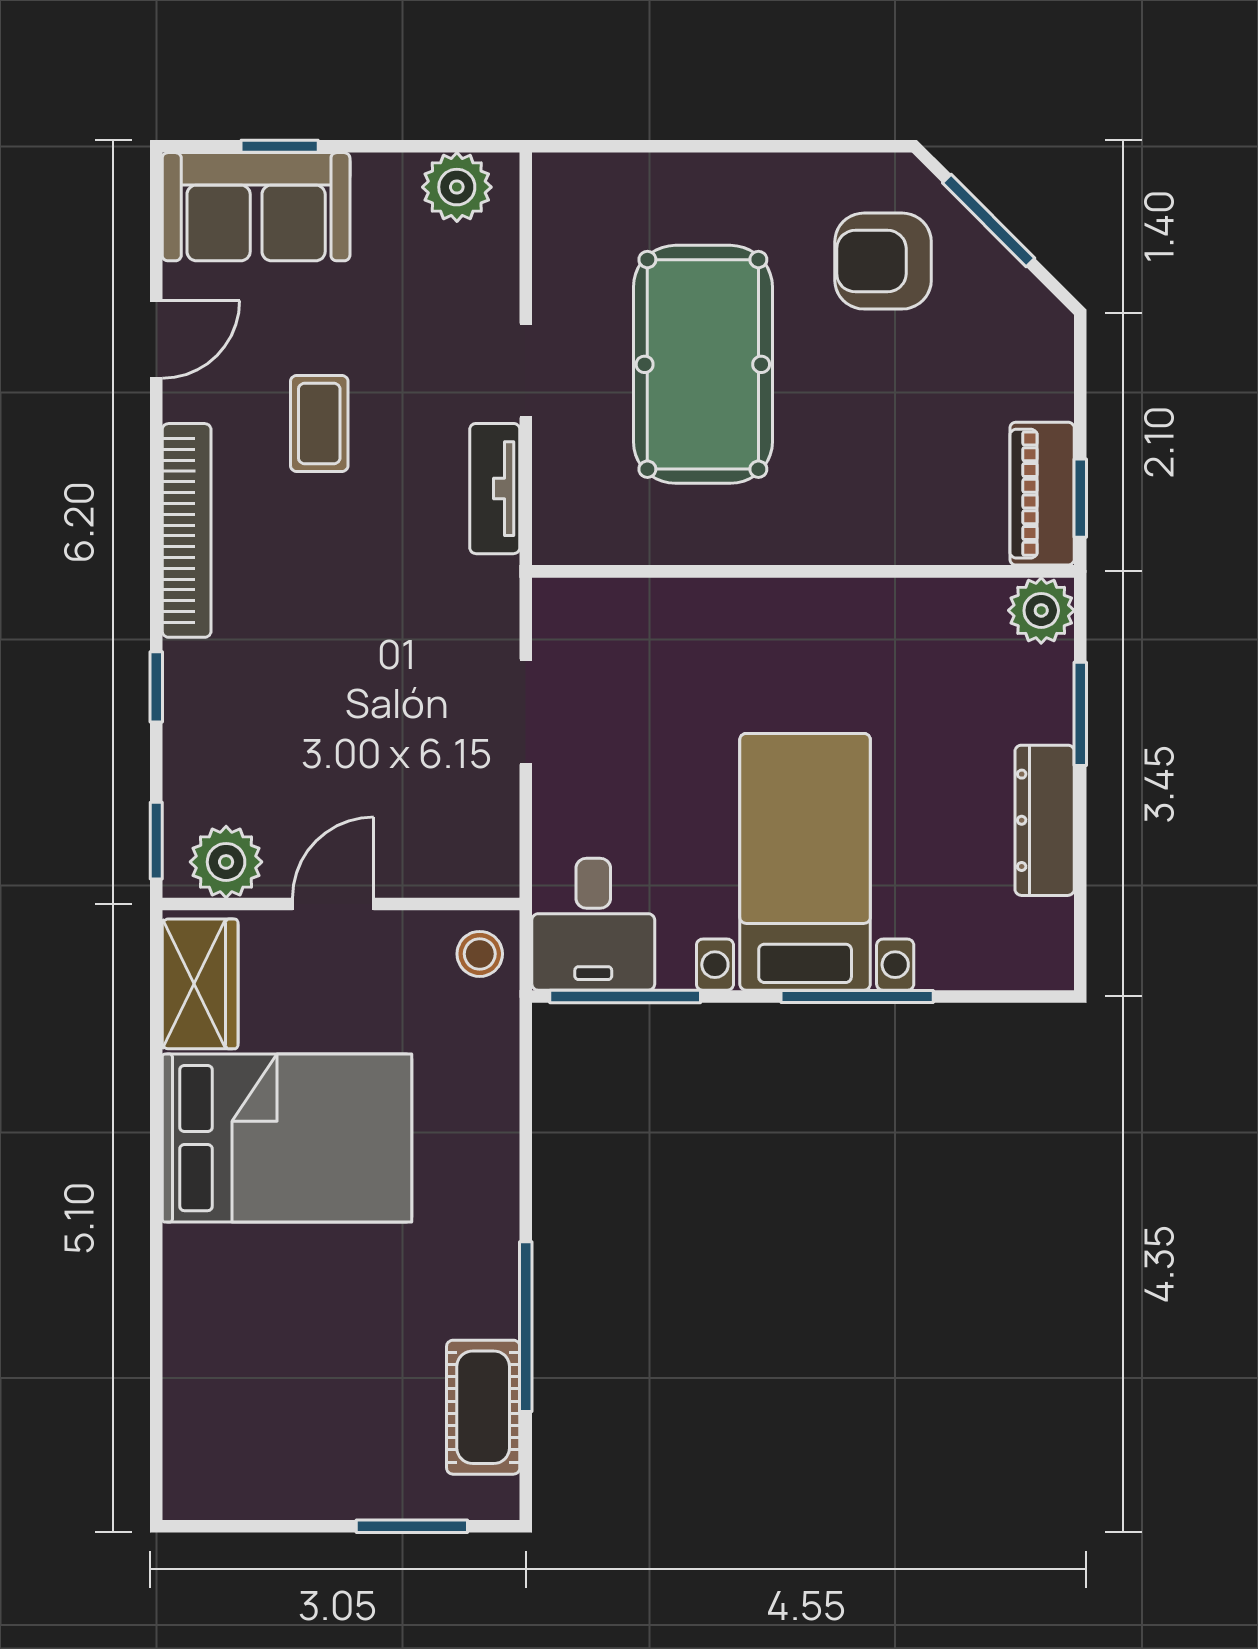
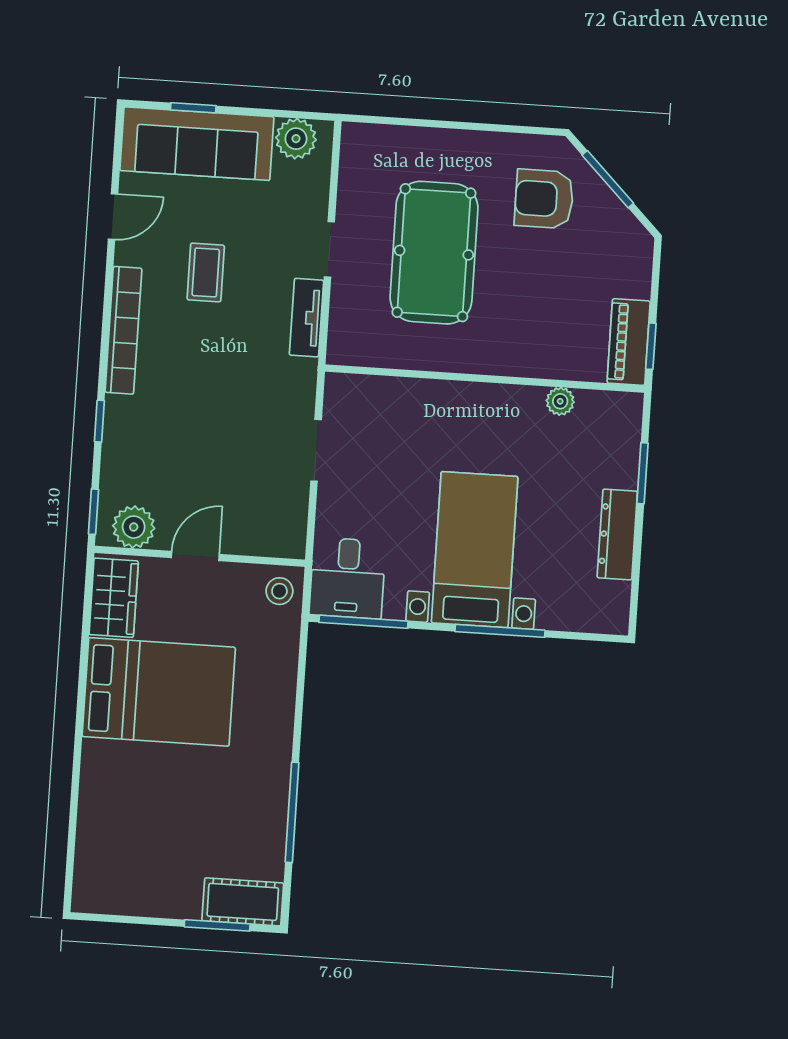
sofa: (256, 207) -> (197, 144), width x1.36
plant: (1041, 610) -> (560, 401), moved, width x0.73, depth x0.73
cot: (483, 1407) -> (243, 902), moved, turned 90

